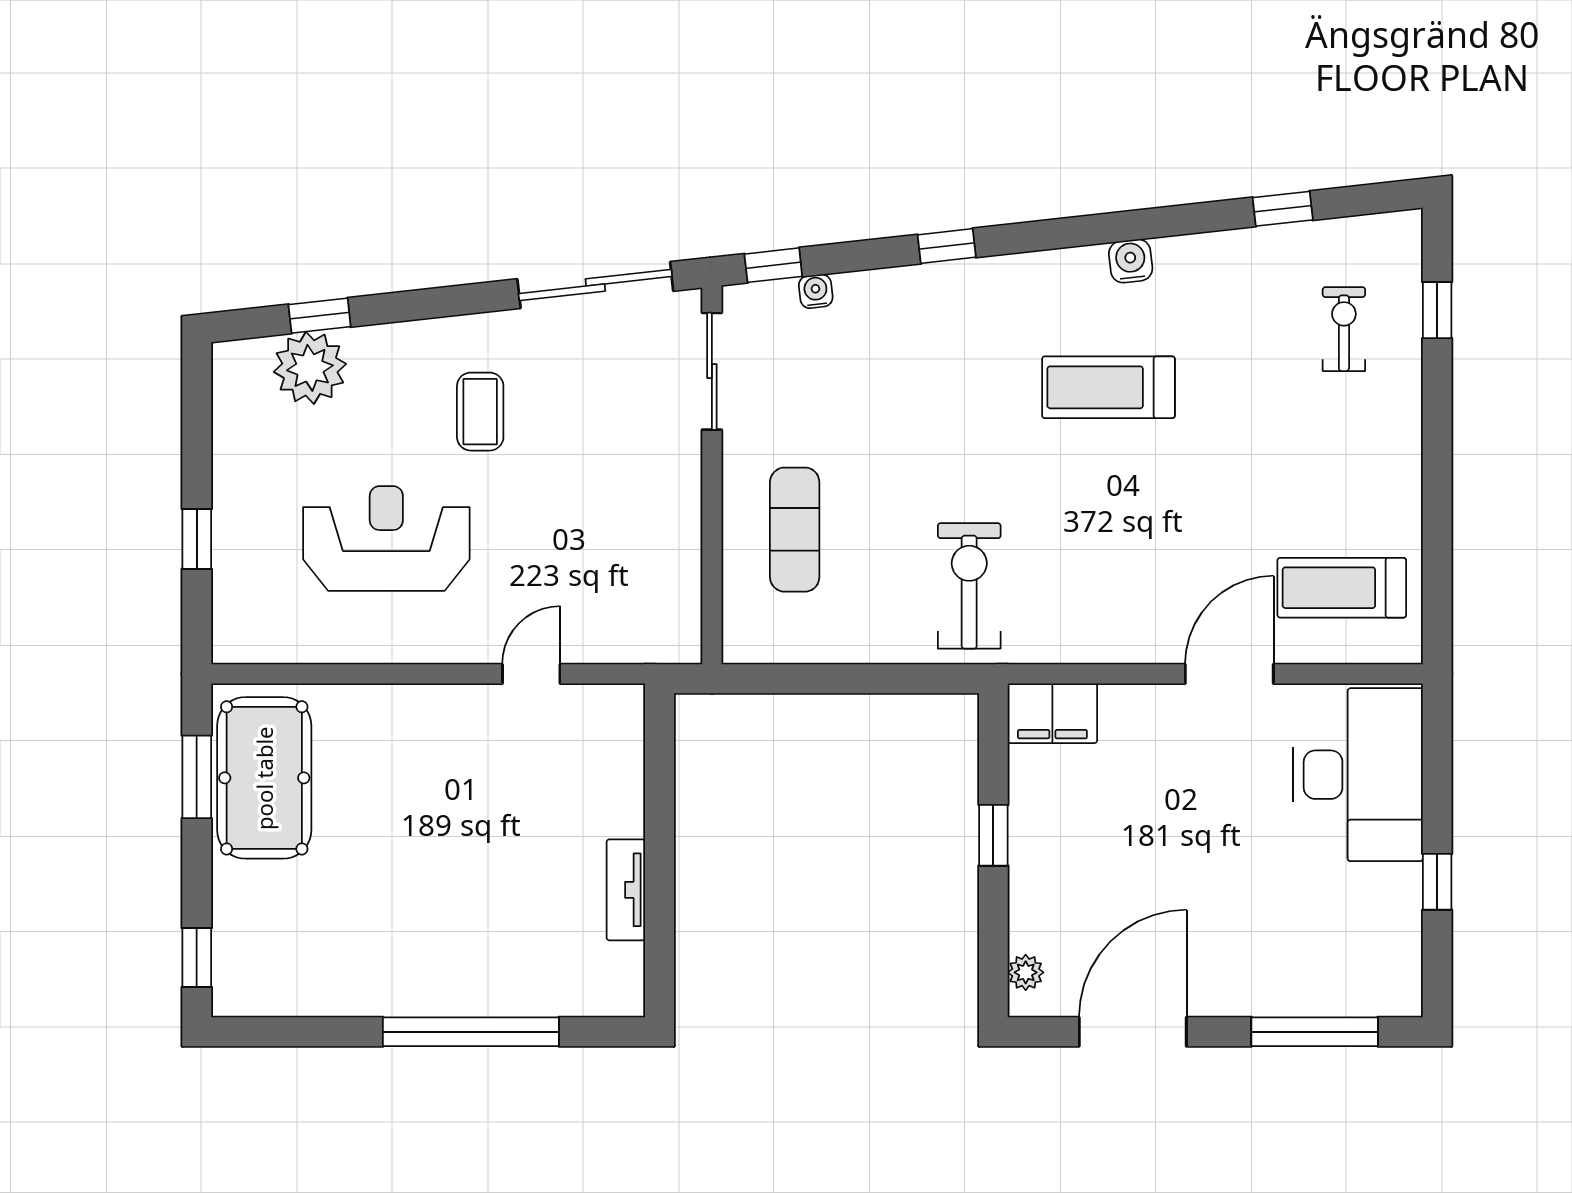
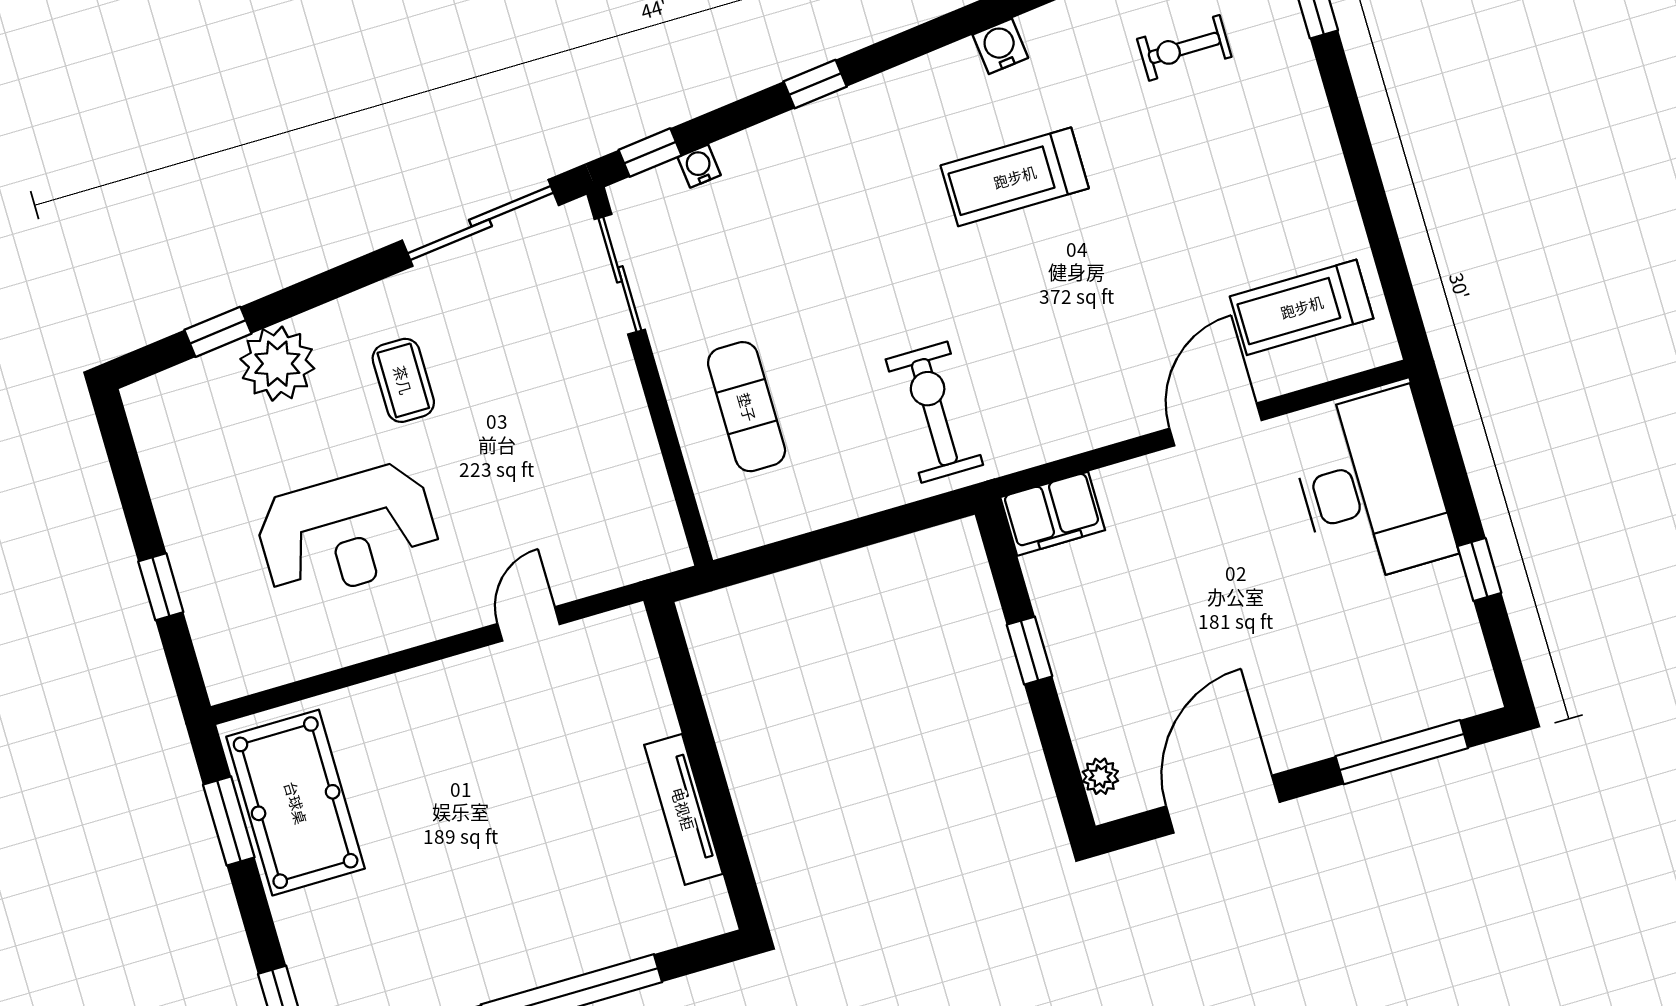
exercise bike: (1344, 329) -> (1184, 48), moved, turned -90
plant: (310, 368) -> (277, 364), moved
reception desk: (386, 538) -> (347, 532), turned 180
tv unit: (626, 890) -> (683, 809), width x1.41

